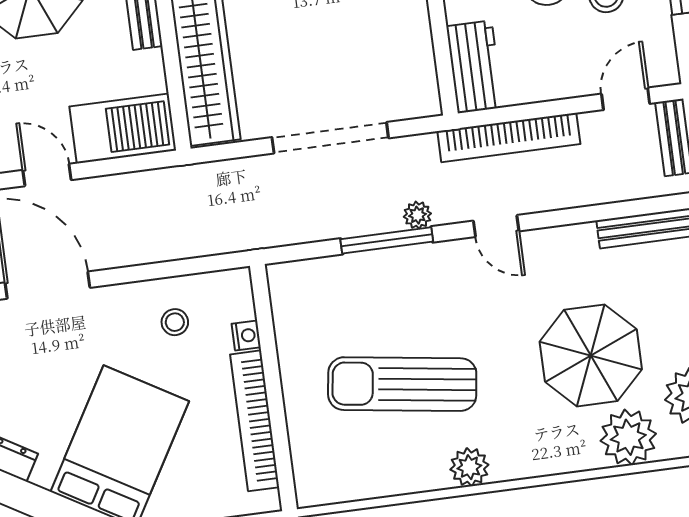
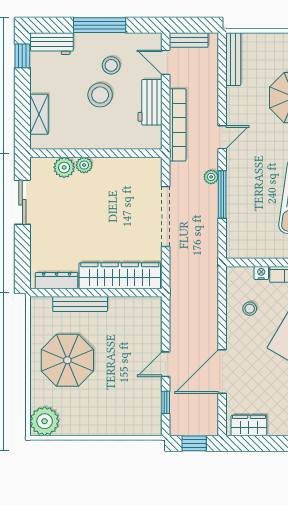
workbench: (475, 67) -> (150, 102), moved, turned -90
barbecue: (123, 129) -> (147, 322), removed

